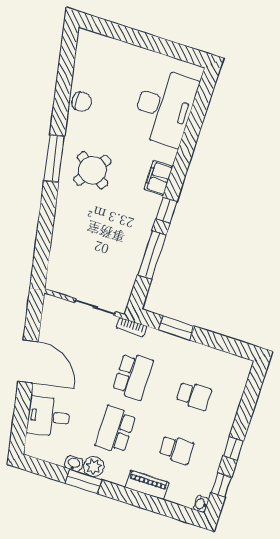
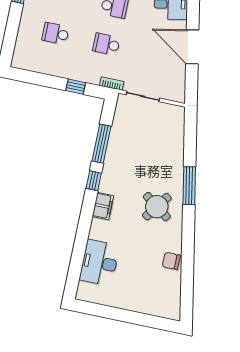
desk: (164, 107) -> (99, 263), width x0.73, depth x0.77
window: (54, 158) -> (189, 186), moved
window: (176, 328) -> (76, 87), width x0.67
school desk: (133, 376) -> (106, 44), width x0.54

